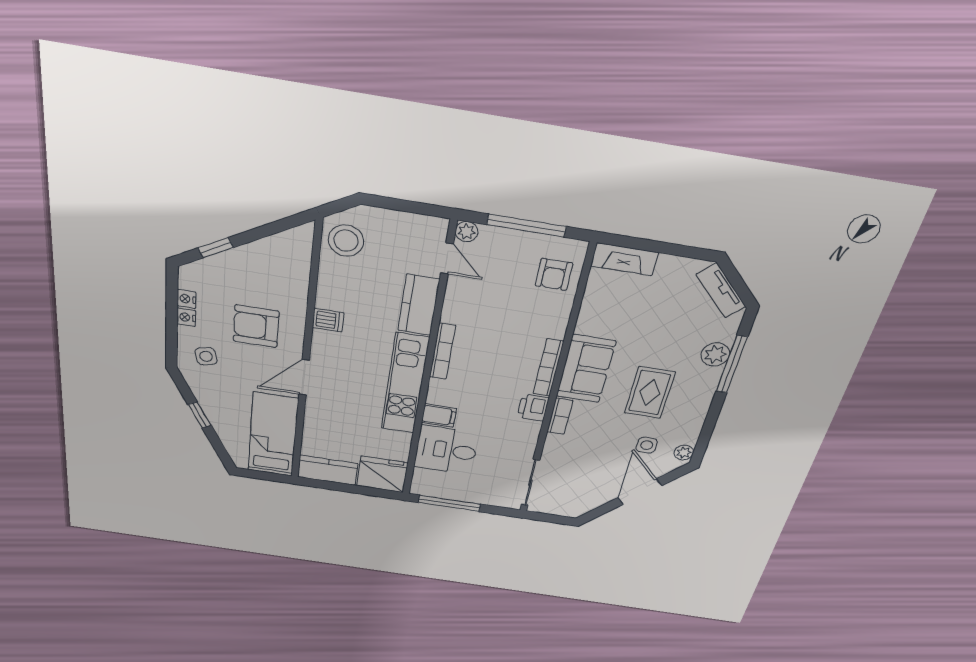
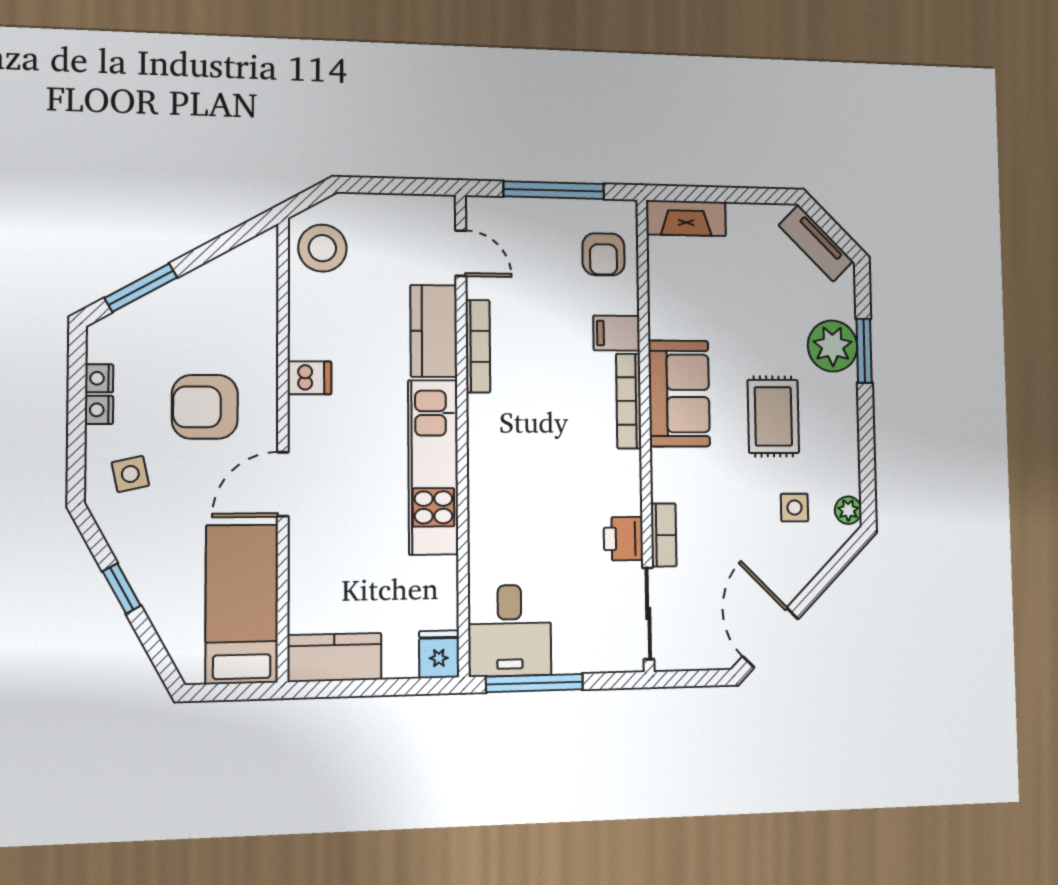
plant: (467, 232) -> (480, 210), removed
window: (216, 248) -> (141, 288), width x1.50
bookcase: (442, 351) -> (478, 346), moved
plant: (715, 354) -> (833, 346), width x1.36, depth x1.36
window: (732, 364) -> (864, 351), width x0.69
printer: (533, 408) -> (623, 539), moved
filing cabinet: (439, 416) -> (617, 333), moved, turned 180
bookcase: (560, 416) -> (664, 535), moved
desk: (446, 450) -> (510, 630), moved, turned -90
fridge: (382, 474) -> (439, 654), width x0.53, depth x0.75
door: (640, 492) -> (771, 638), moved

